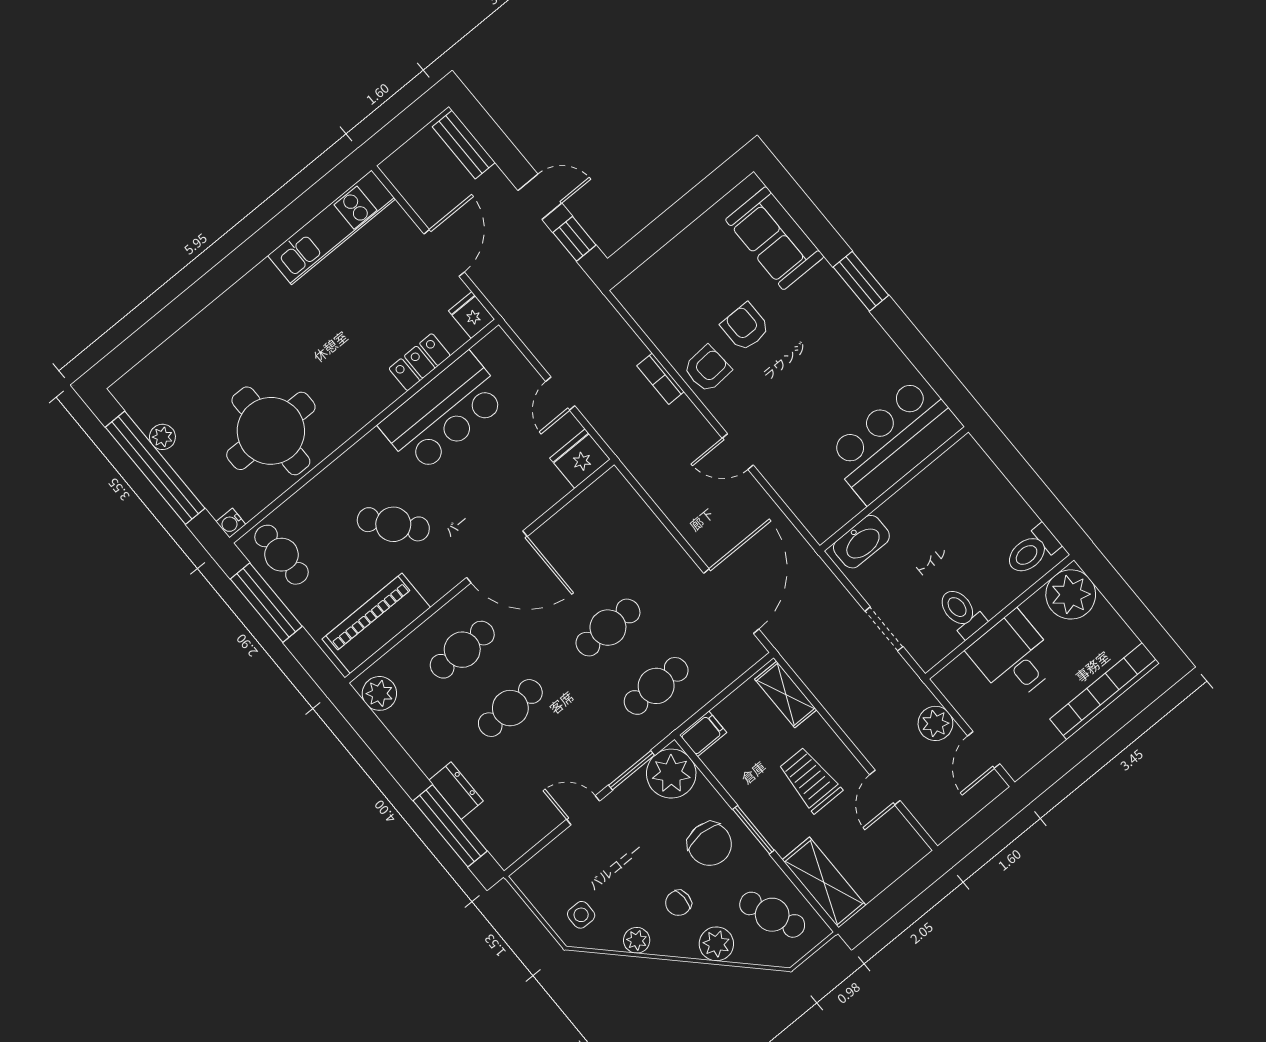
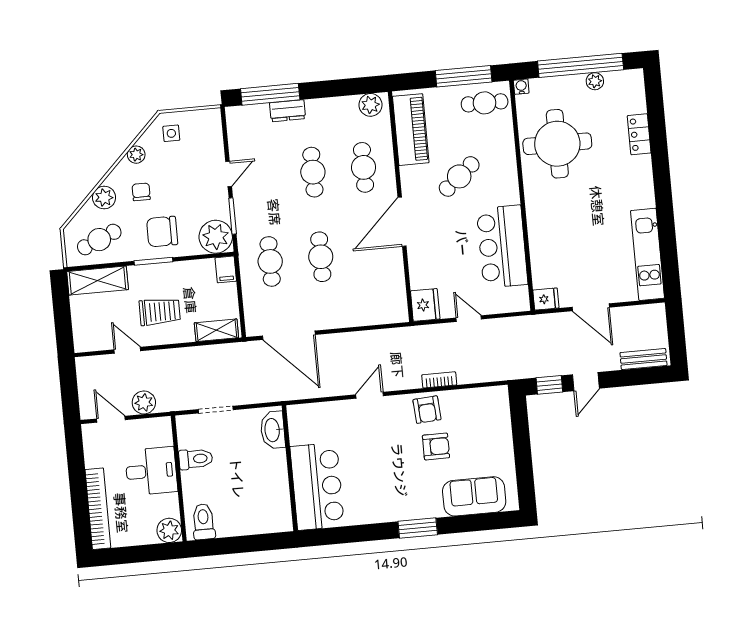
locker: (420, 362) -> (639, 134), moved, turned 180
plant: (1071, 594) -> (169, 530), width x0.73, depth x0.73

